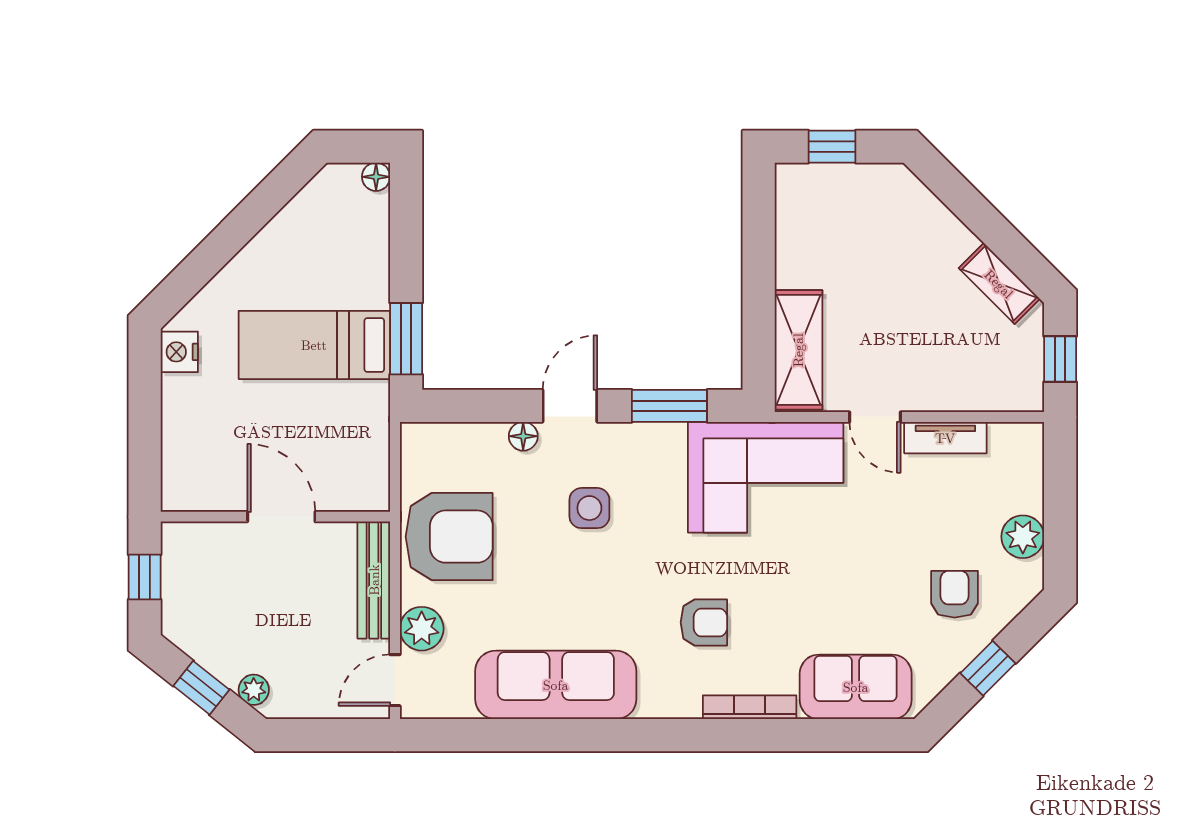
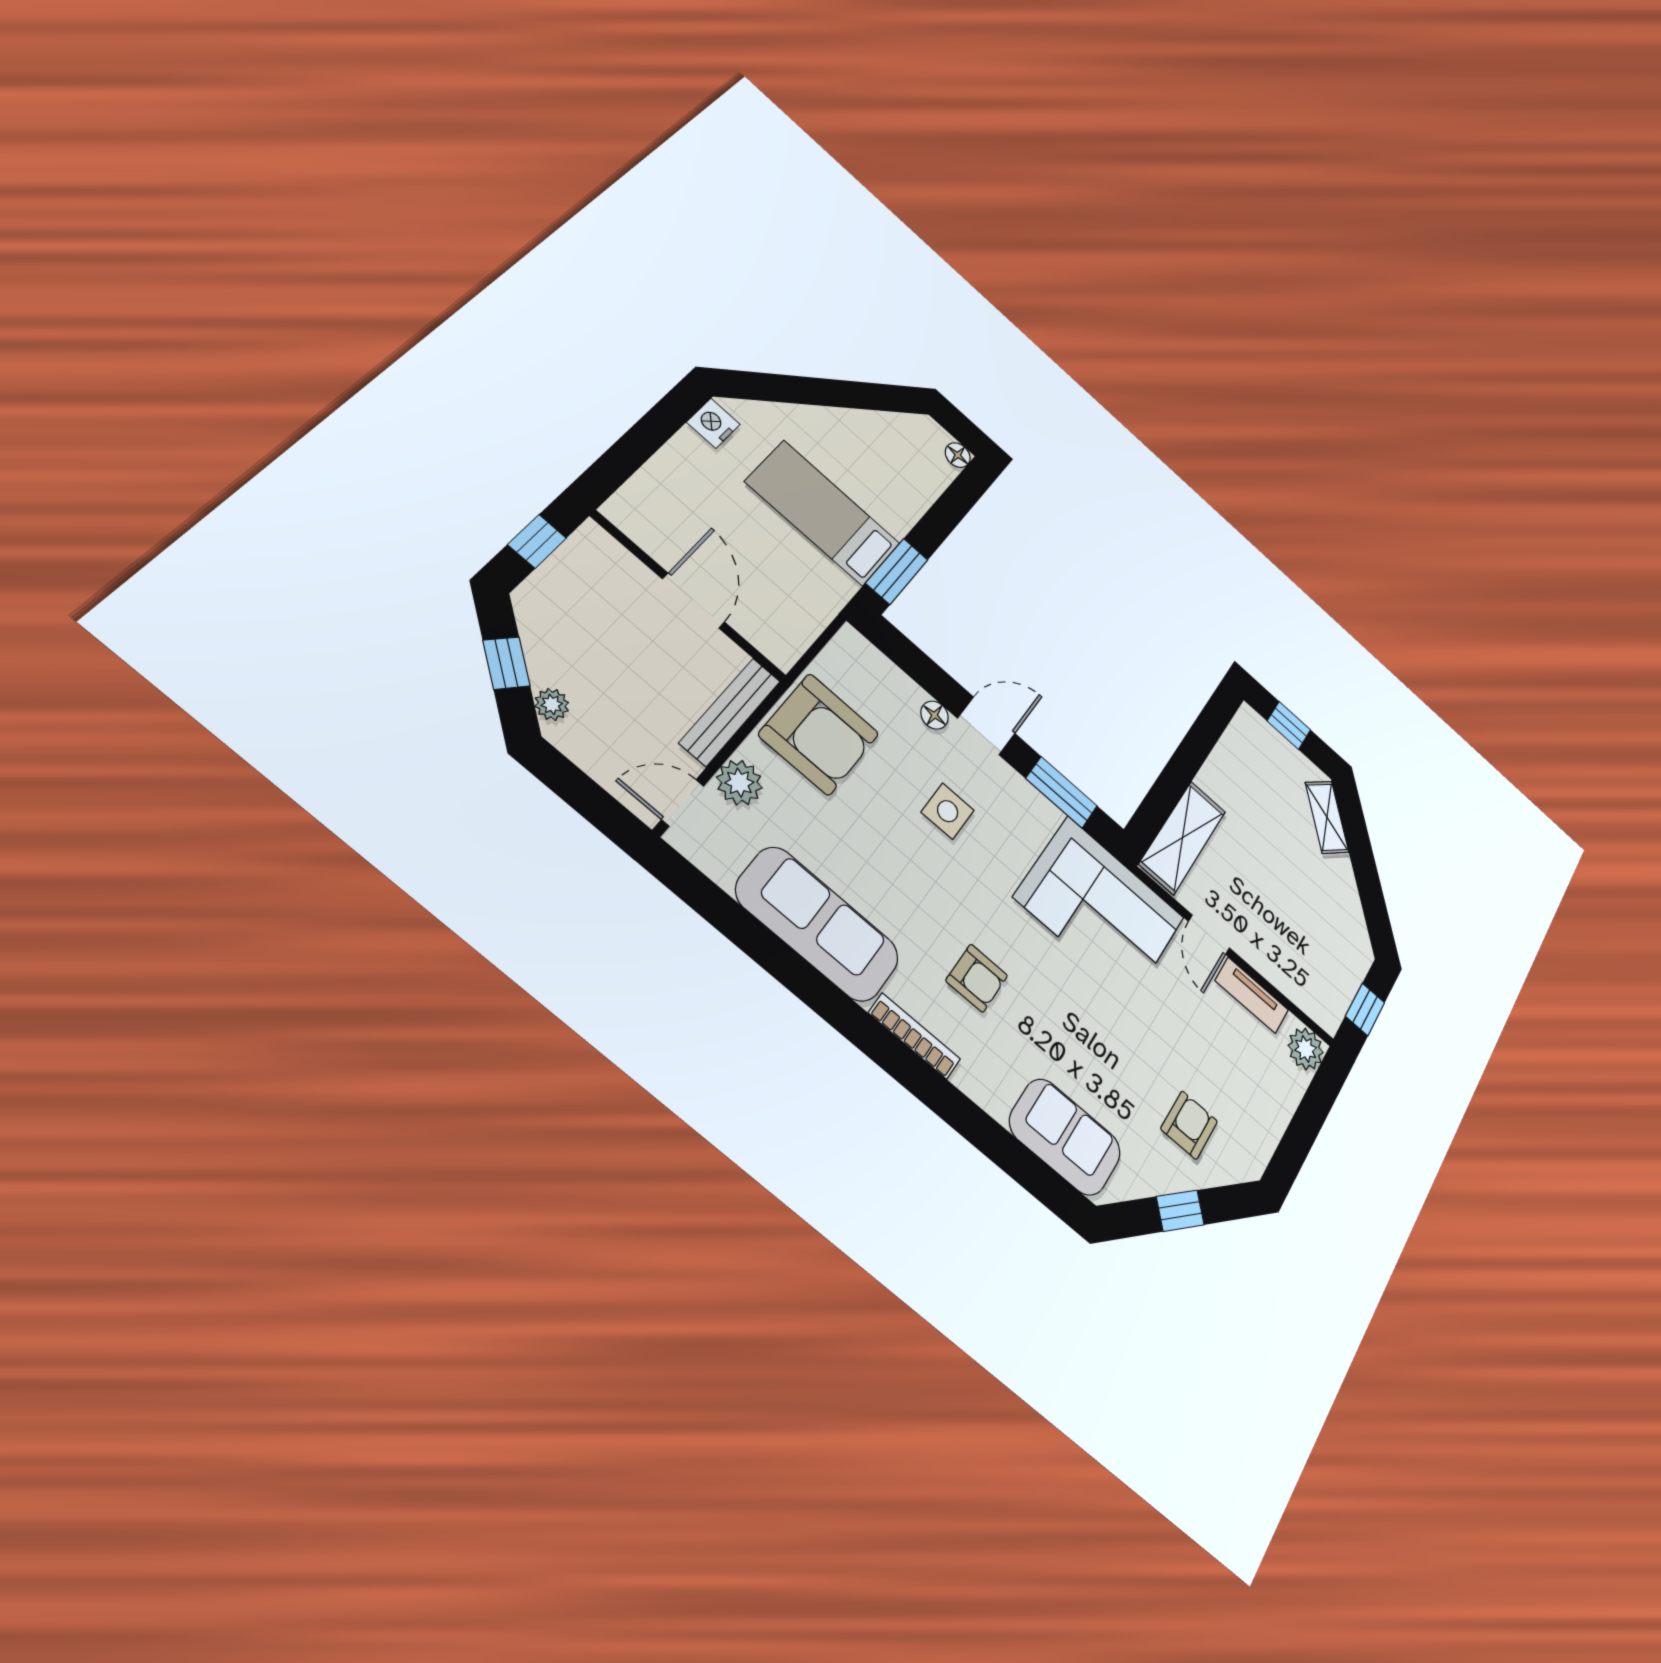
shelving: (999, 284) -> (1327, 817), moved
plant: (1023, 537) -> (1306, 1049), moved
bookcase: (750, 707) -> (914, 1036), moved

